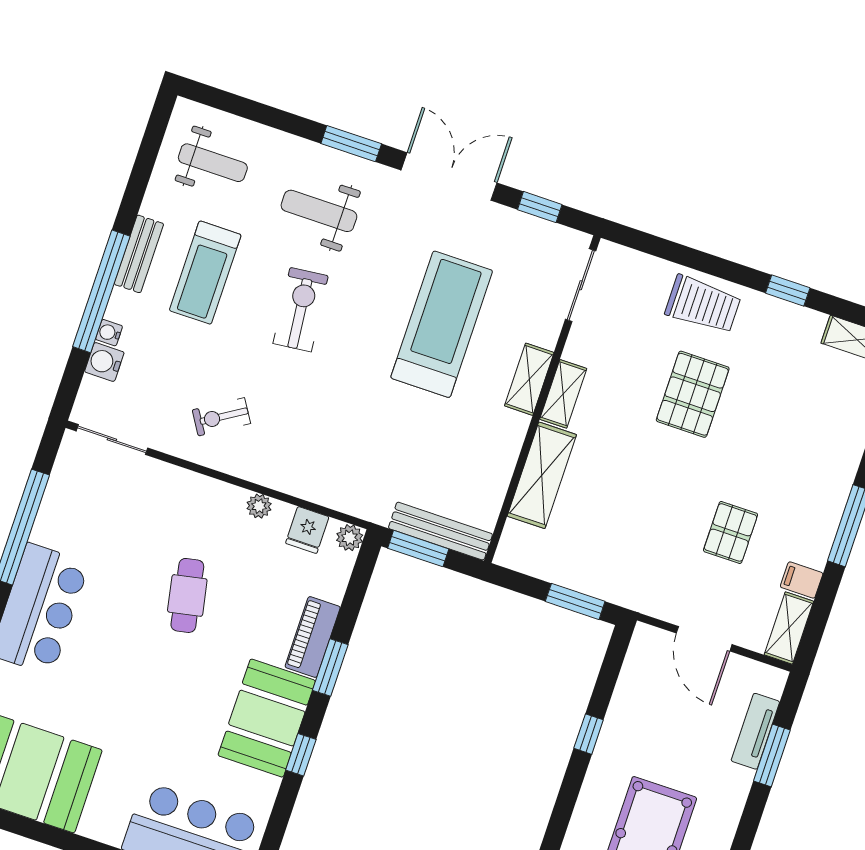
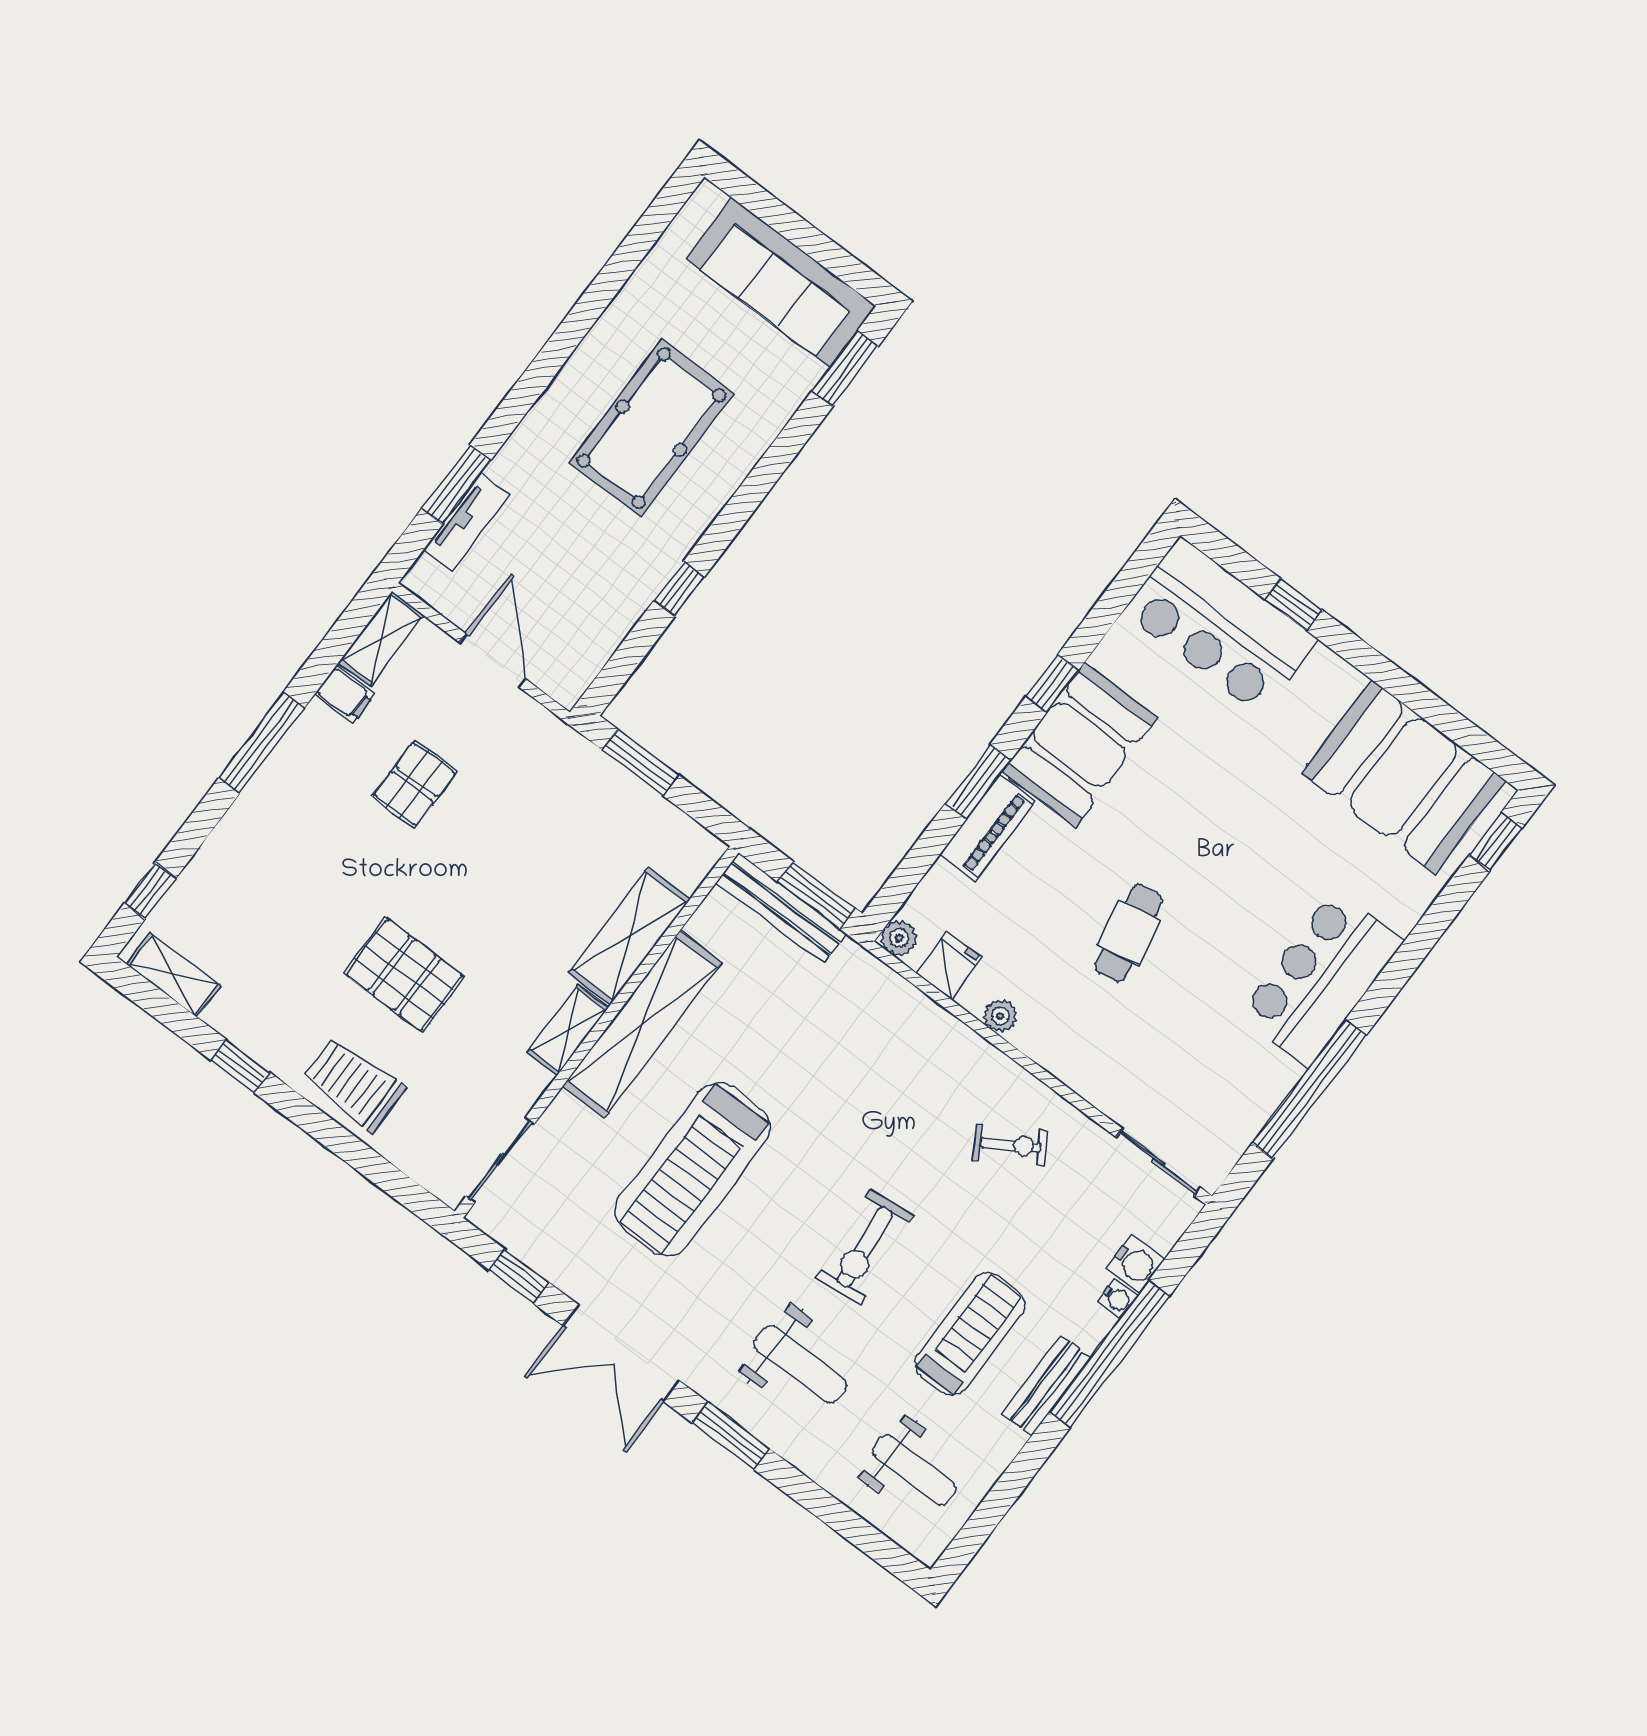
weight bench: (213, 163) -> (914, 1470), turned 180
shelving: (529, 379) -> (642, 1024), width x2.20, depth x1.33
pallet: (693, 394) -> (404, 975), turned 90

